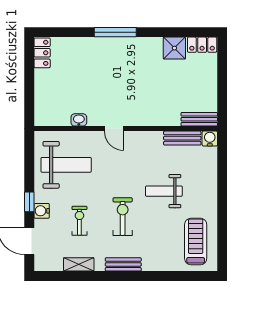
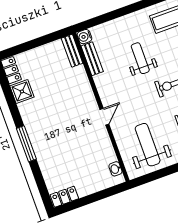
washbasin: (79, 120) -> (115, 169), moved
weight bench: (164, 191) -> (140, 58), turned 180

